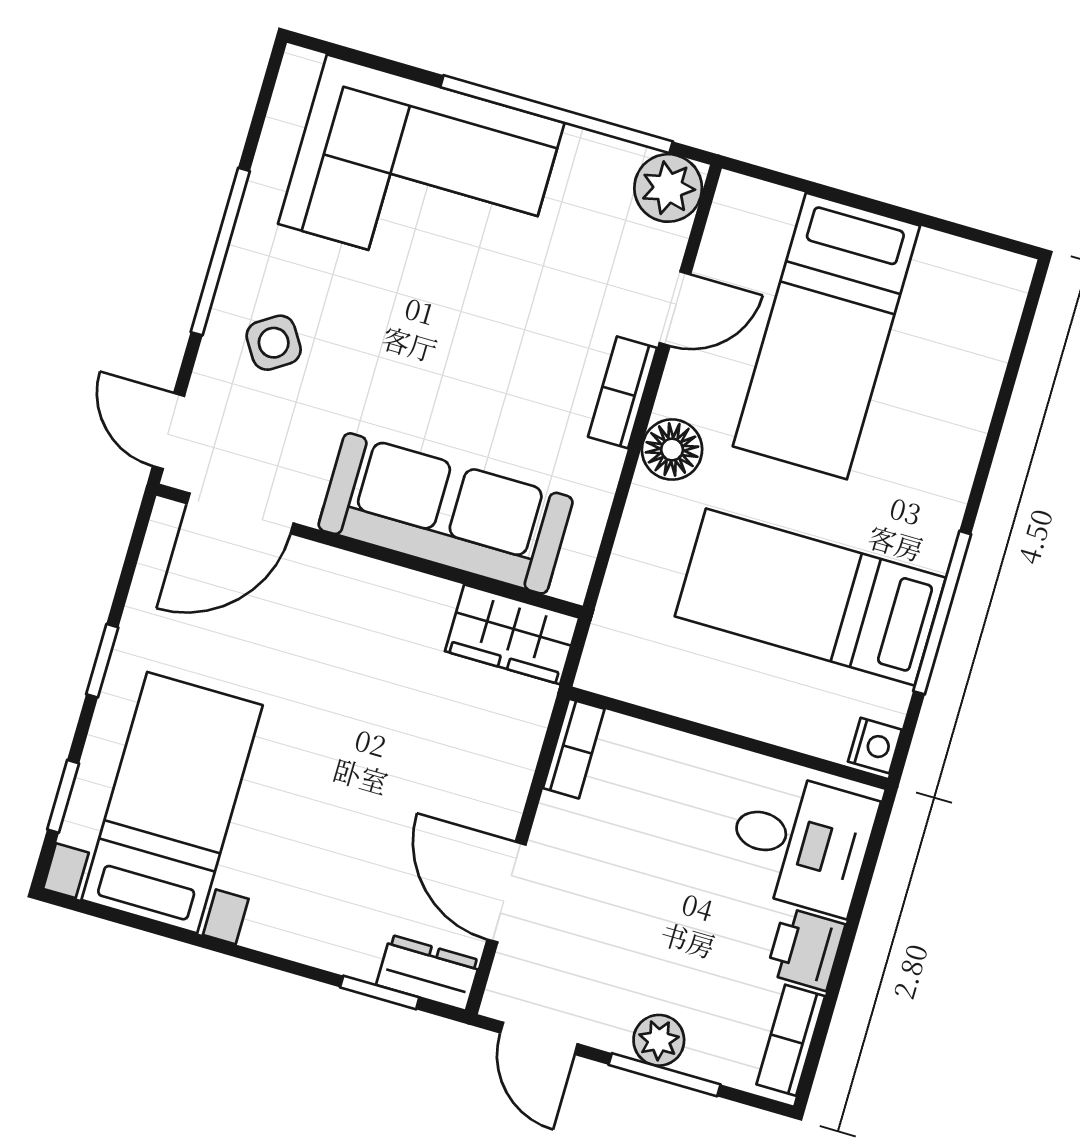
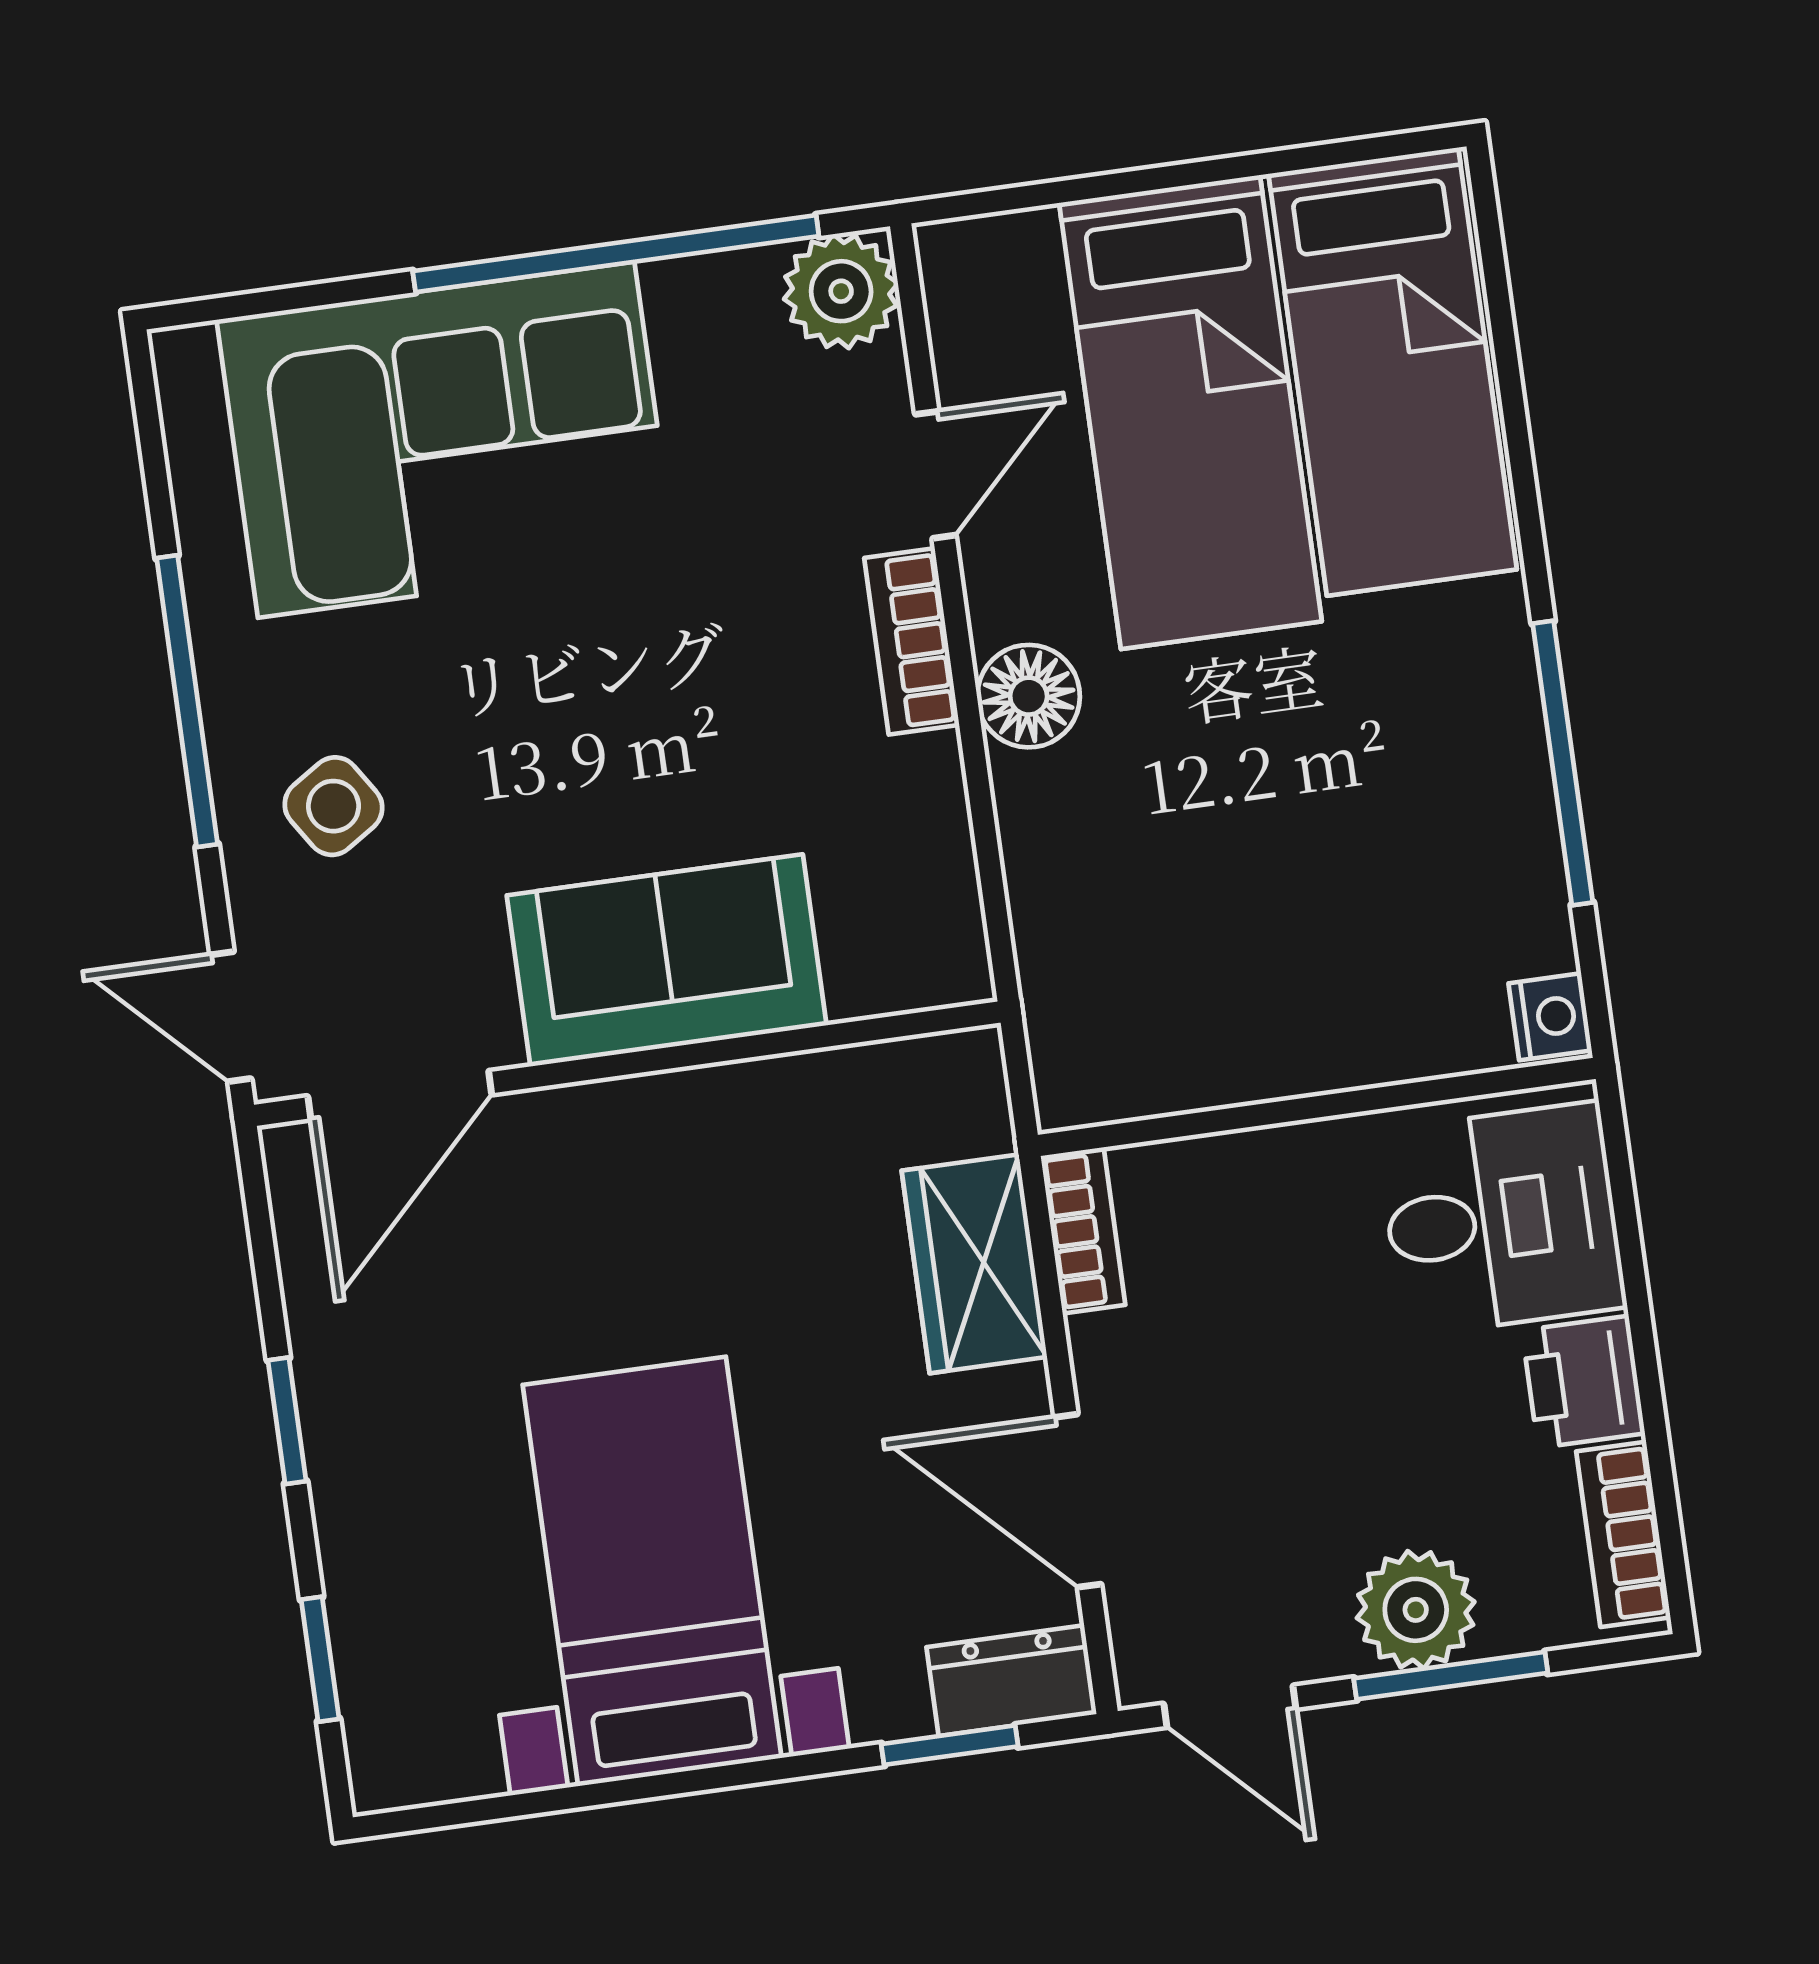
sofa: (446, 513) -> (667, 960), width x0.73
bed: (810, 597) -> (1393, 372), moved, turned -90
wardrobe: (512, 634) -> (974, 1264), moved, turned 90
bed with nightstands: (172, 803) -> (652, 1571), moved
plant: (659, 1040) -> (1416, 1610), width x1.38, depth x1.38

